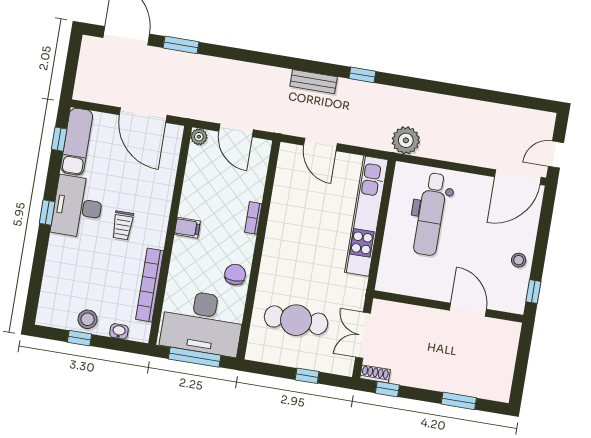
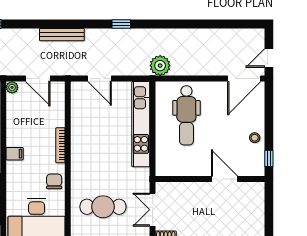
bench: (314, 82) -> (62, 35), moved, width x1.36
bookcase: (253, 218) -> (60, 145), width x1.56

